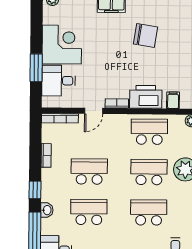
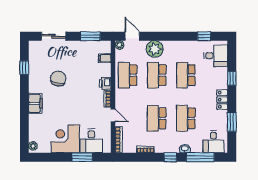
printer: (146, 97) -> (105, 83), width x0.53, depth x0.68

